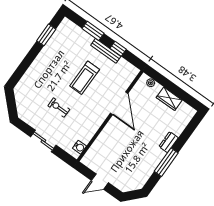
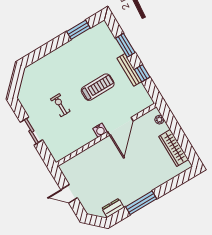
treadmill: (85, 78) -> (98, 87), turned 180
wardrobe: (169, 99) -> (174, 148), width x1.50
dresser: (169, 142) -> (113, 208), moved
water cooler: (79, 147) -> (100, 130), moved

